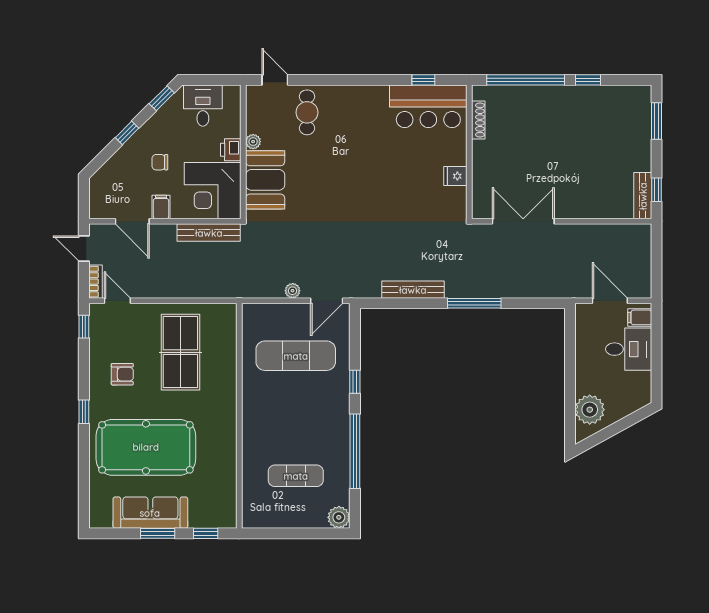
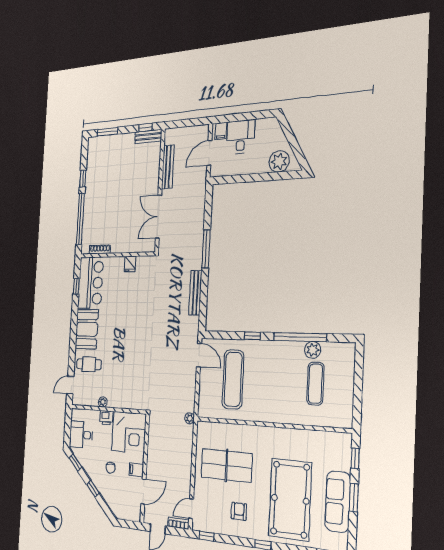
booth: (265, 180) -> (87, 329), moved, turned 90
bench: (209, 233) -> (168, 167), moved
plant: (293, 291) -> (190, 418), moved
plant: (339, 517) -> (313, 350), moved

